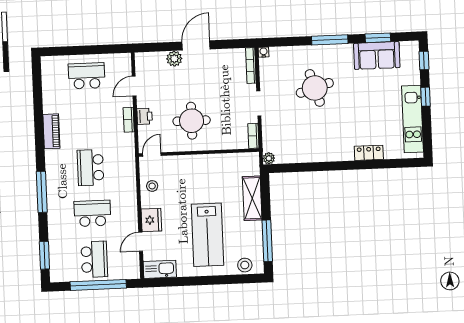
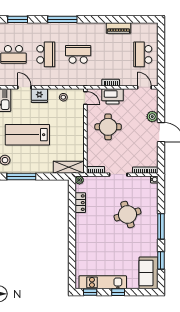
sofa: (377, 55) -> (148, 273), moved
window: (424, 60) -> (90, 292), moved
school desk: (87, 76) -> (143, 54), turned 180
door: (134, 86) -> (144, 87), moved
printer: (145, 116) -> (113, 96), width x1.87, depth x1.48
piano: (51, 131) -> (118, 28), moved
locker: (369, 153) -> (80, 203), moved
shelving: (252, 198) -> (69, 167), moved

